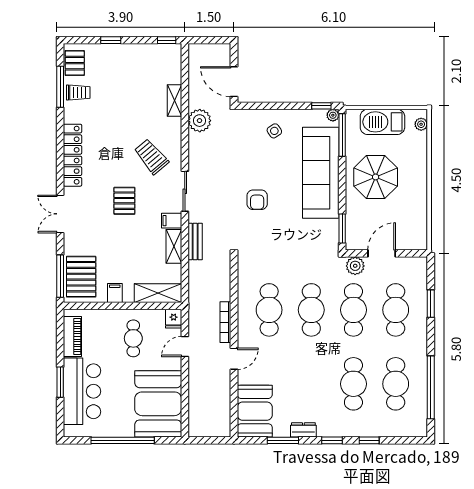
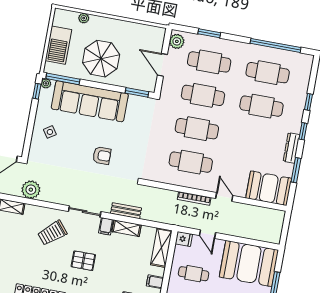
plant: (421, 124) -> (84, 18), moved
plant: (355, 266) -> (177, 41), moved
dresser: (303, 430) -> (291, 148), width x1.44

